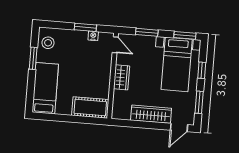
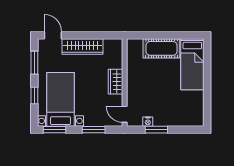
stool: (48, 43) -> (193, 111), removed
window: (33, 58) -> (207, 94), removed
cot: (90, 107) -> (161, 48), moved
door: (179, 127) -> (53, 35), hinge flipped

